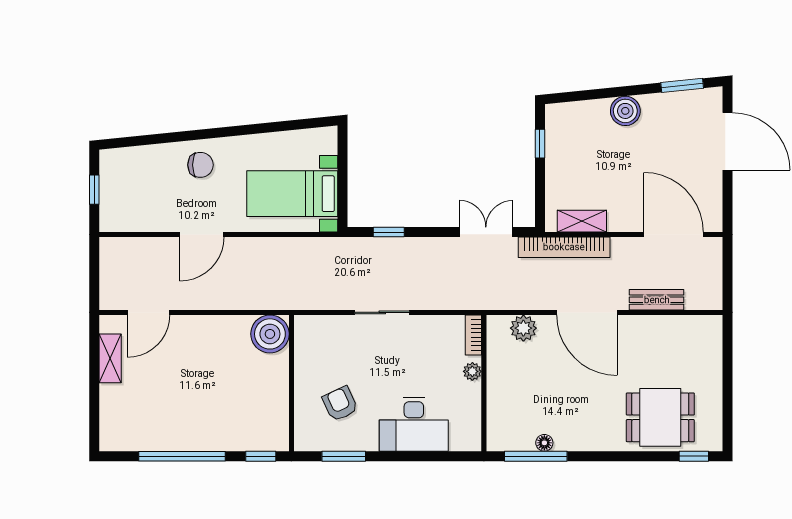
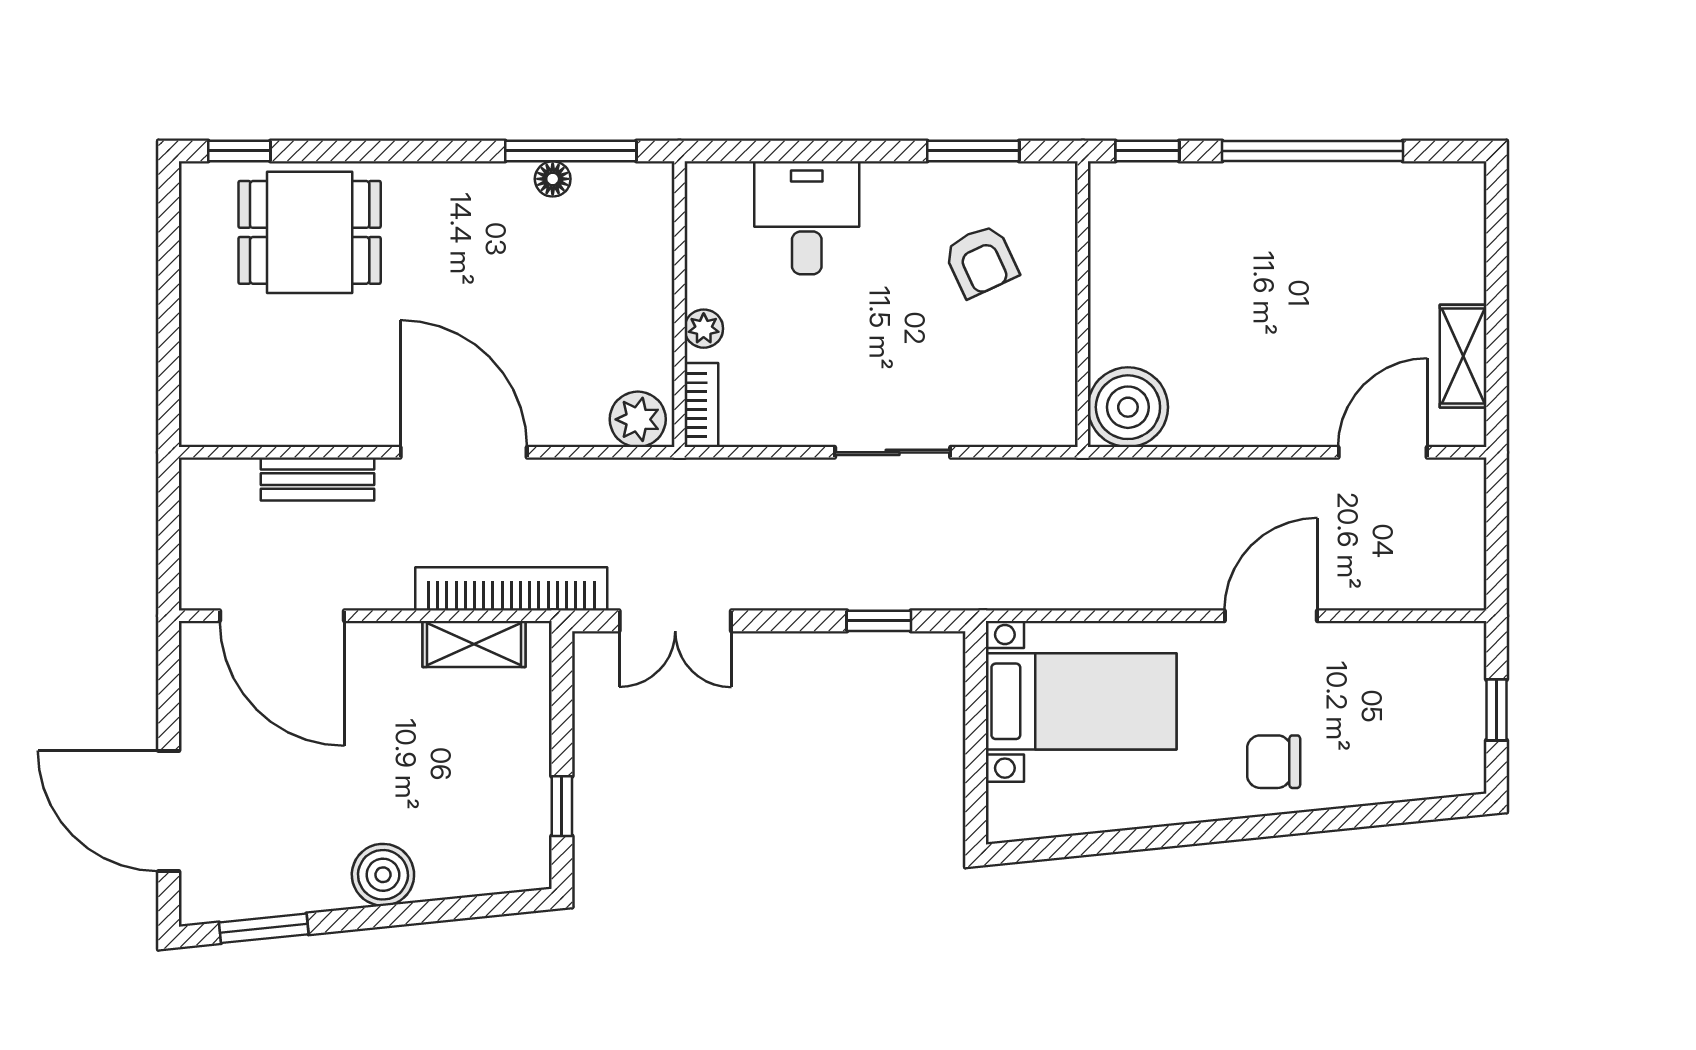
plant: (523, 328) -> (638, 419), moved
desk: (414, 424) -> (807, 218), width x0.73

